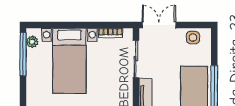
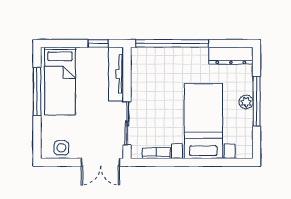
plant: (32, 42) -> (246, 102), moved
window: (23, 54) -> (257, 101), moved

